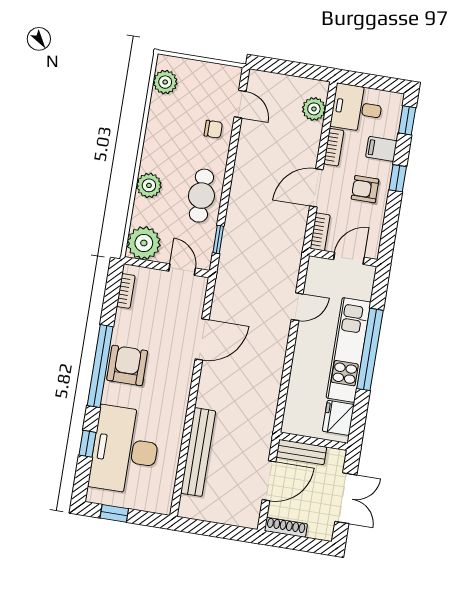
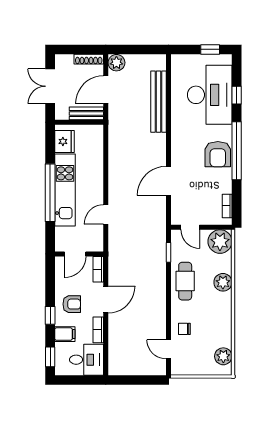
plant: (314, 109) -> (116, 63), moved

